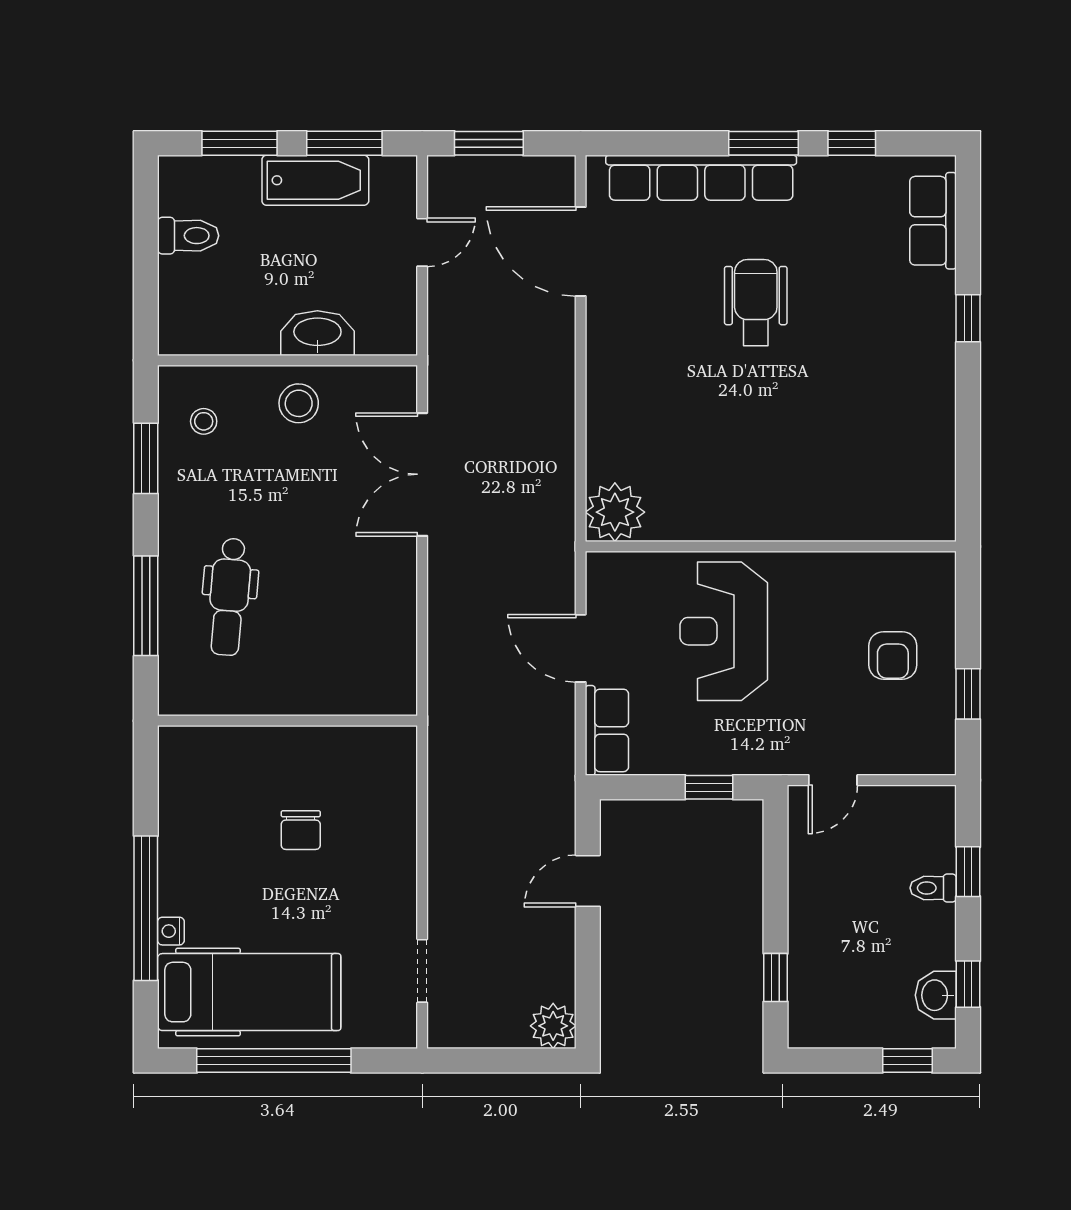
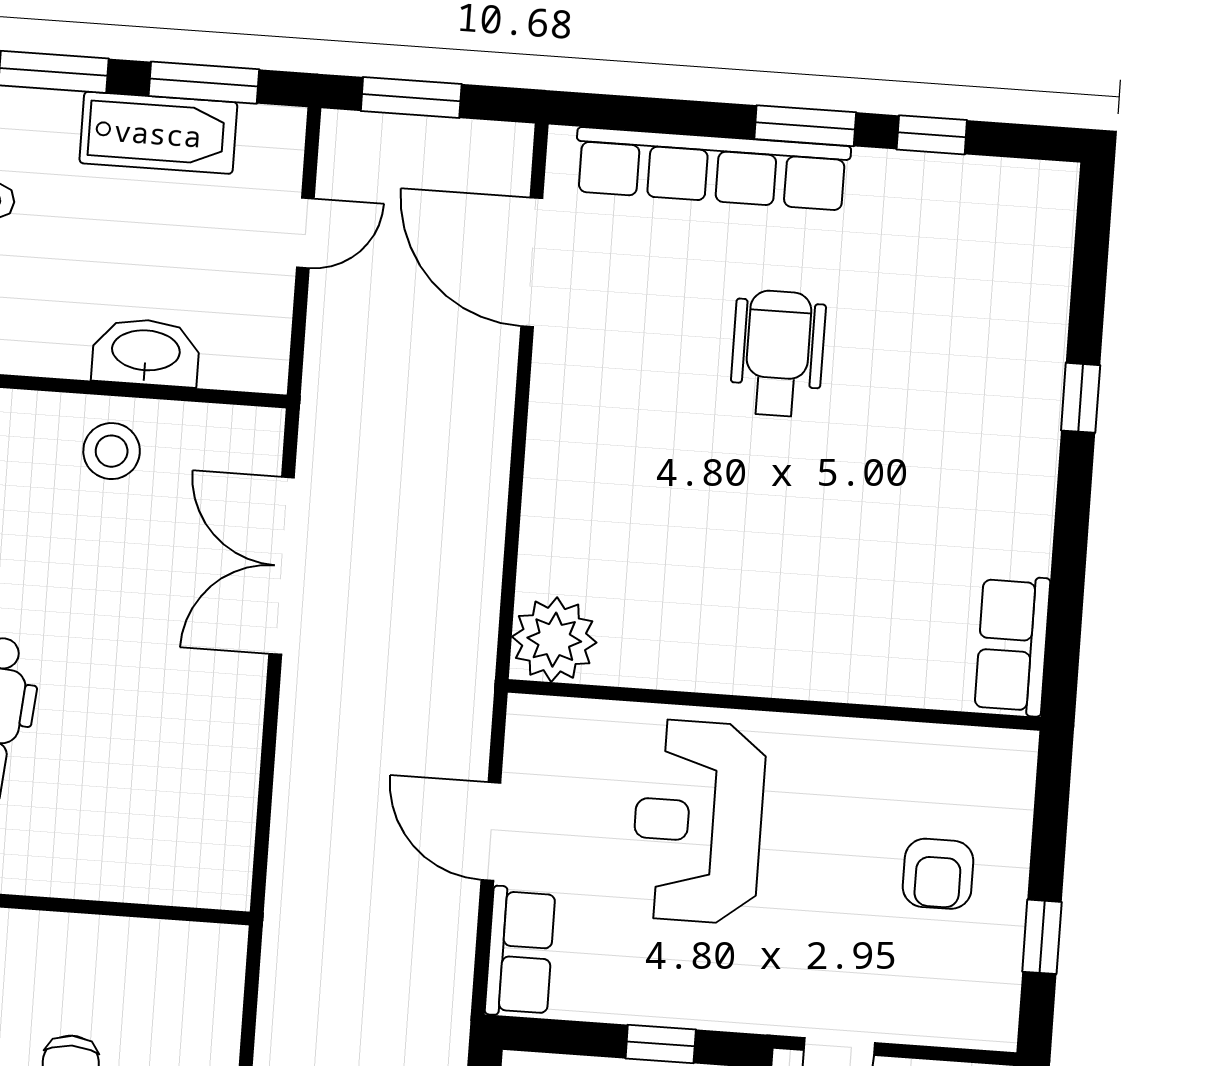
row of seats: (933, 221) -> (1012, 645), moved

